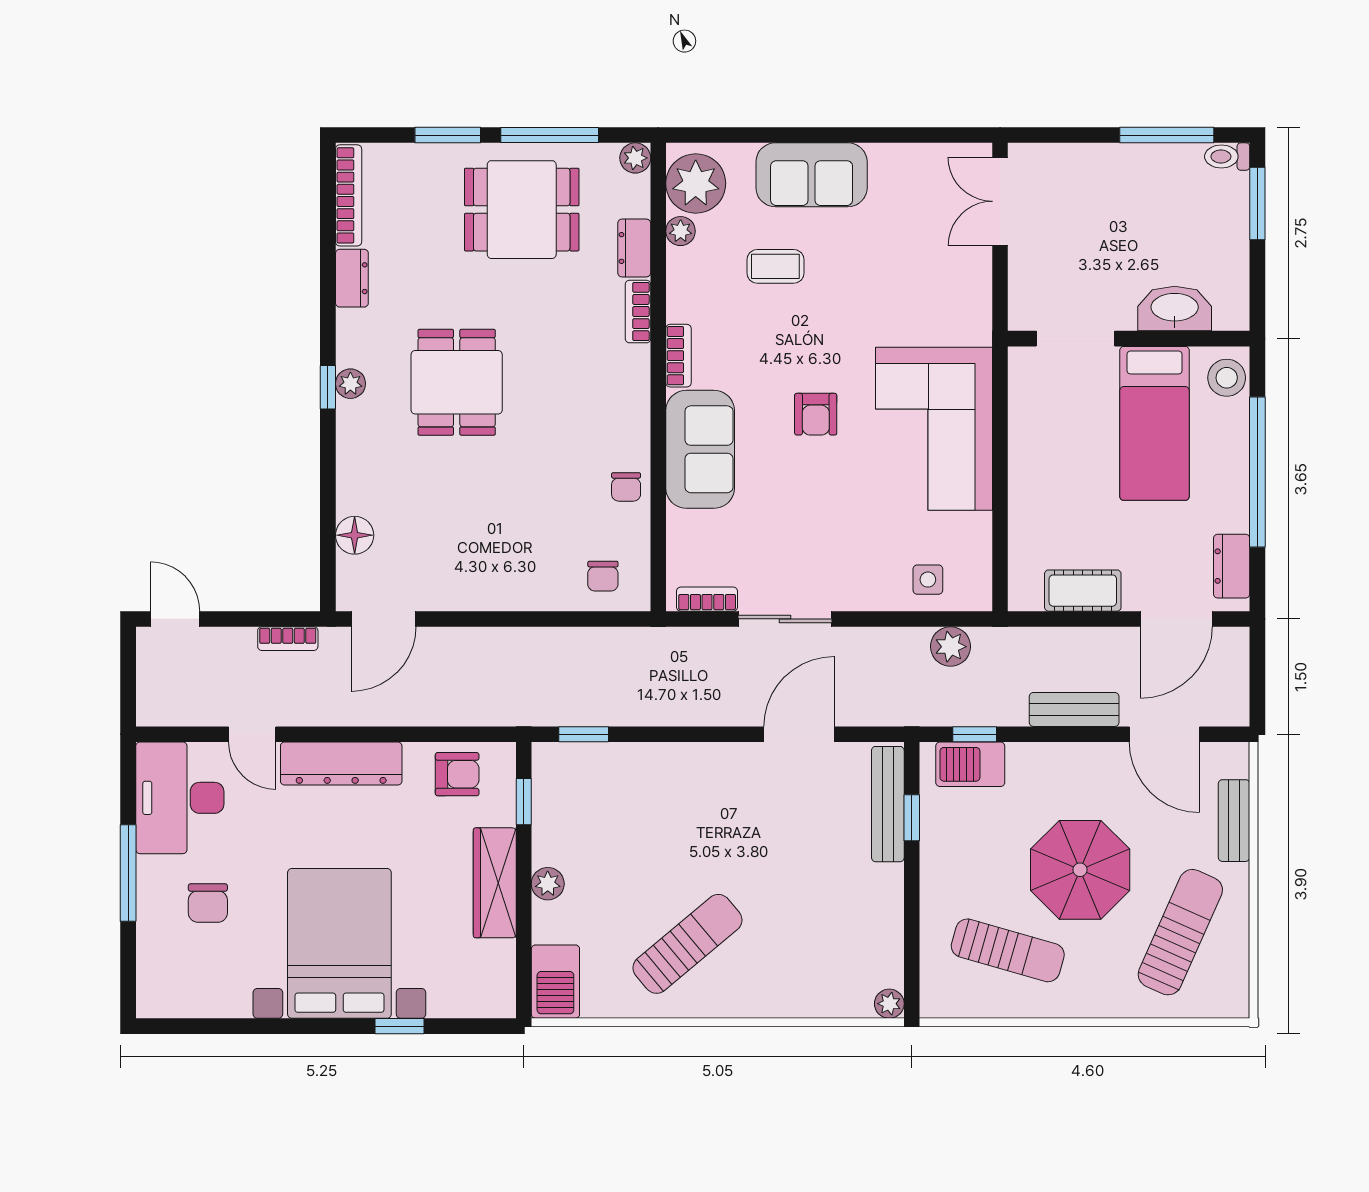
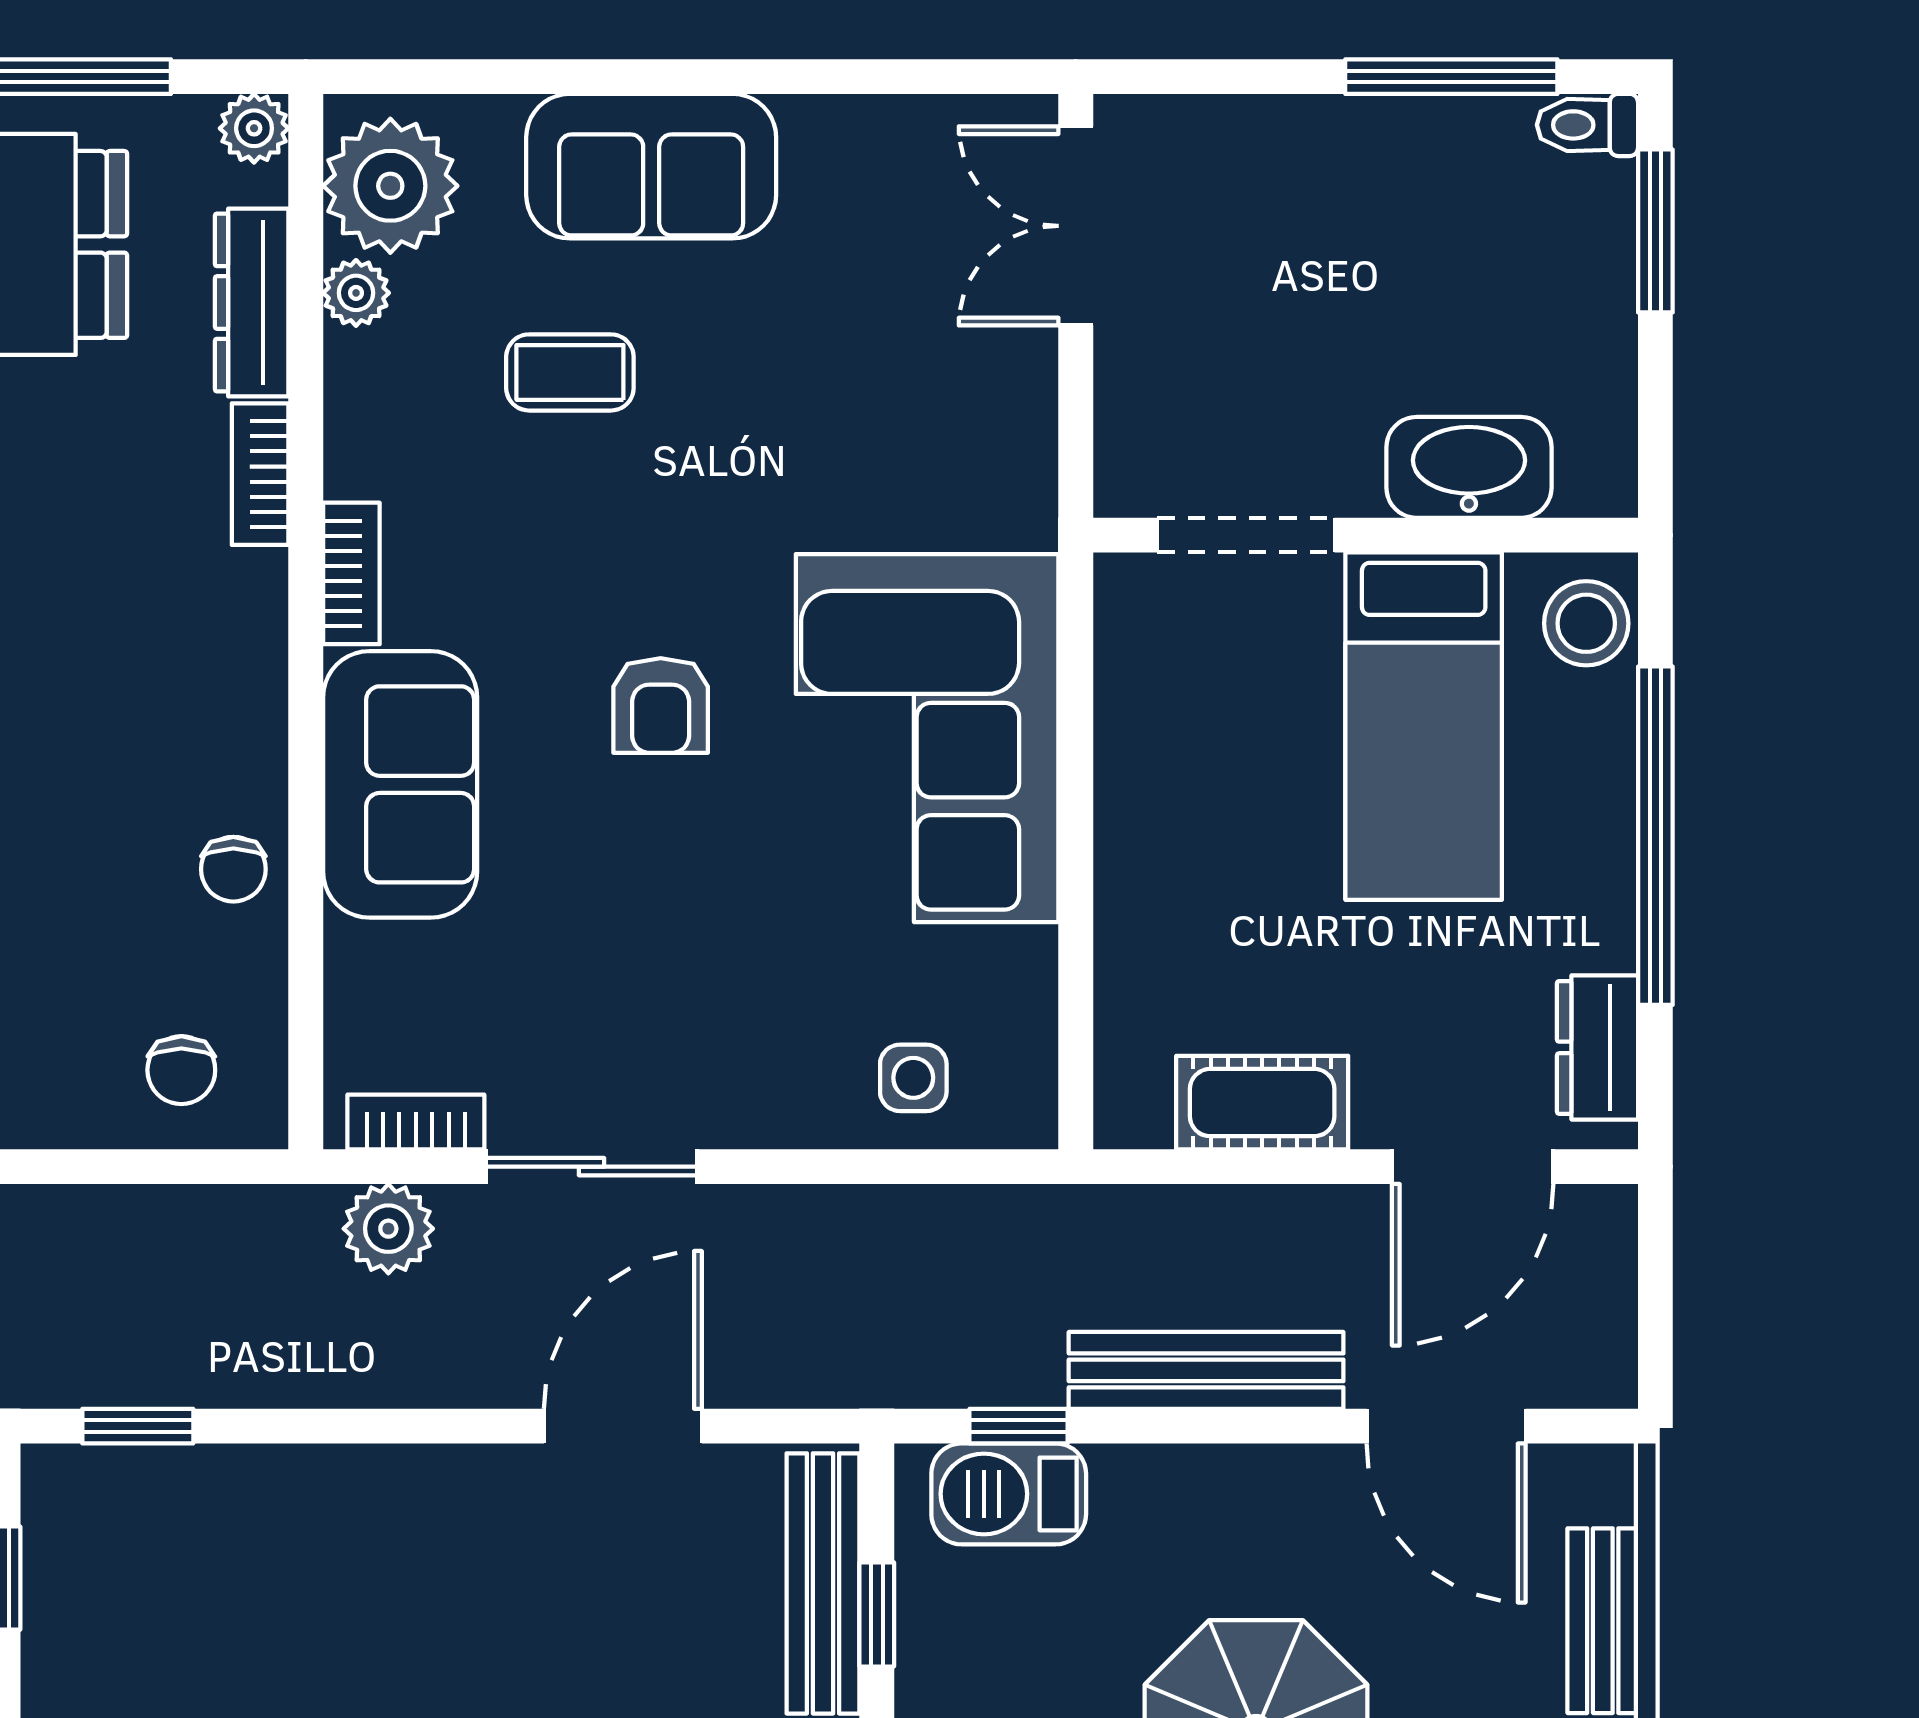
dresser: (634, 248) -> (252, 302), width x1.44
plant: (950, 647) -> (388, 1229), moved
bench: (1074, 709) -> (1206, 1370), width x1.36

